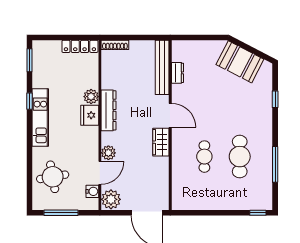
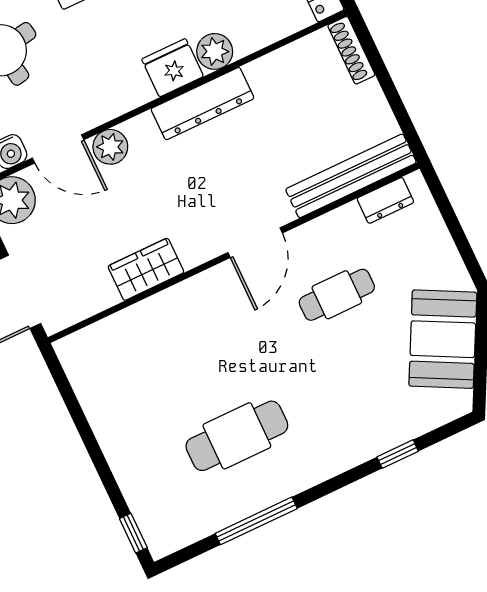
dresser: (177, 73) -> (385, 200), moved
wardrobe: (161, 142) -> (146, 269), moved
cafe table: (204, 157) -> (337, 295), moved

